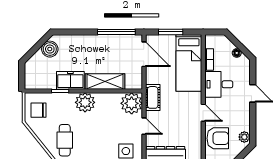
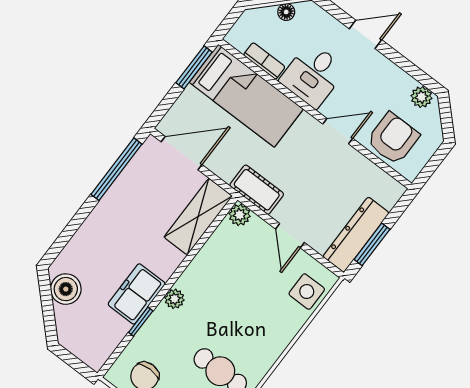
window: (171, 32) -> (194, 67), moved
shelving: (105, 81) -> (198, 217), moved
plant: (85, 102) -> (174, 299), width x0.53, depth x0.53
plant: (132, 103) -> (240, 215), width x0.53, depth x0.53
door: (144, 126) -> (290, 236), swing flipped

